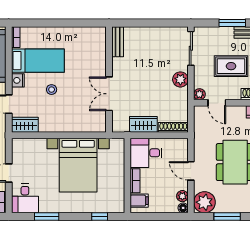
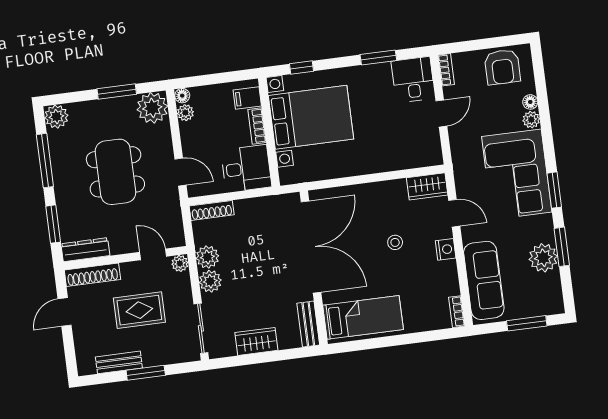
bed: (38, 61) -> (363, 317), moved, turned 180
double door: (109, 94) -> (311, 247), width x1.87
plant: (180, 96) -> (207, 257), added
wardrobe: (143, 124) -> (256, 341), moved, turned 180
bed with nightstands: (78, 165) -> (311, 117), moved, turned 90
door: (191, 171) -> (181, 172), moved

